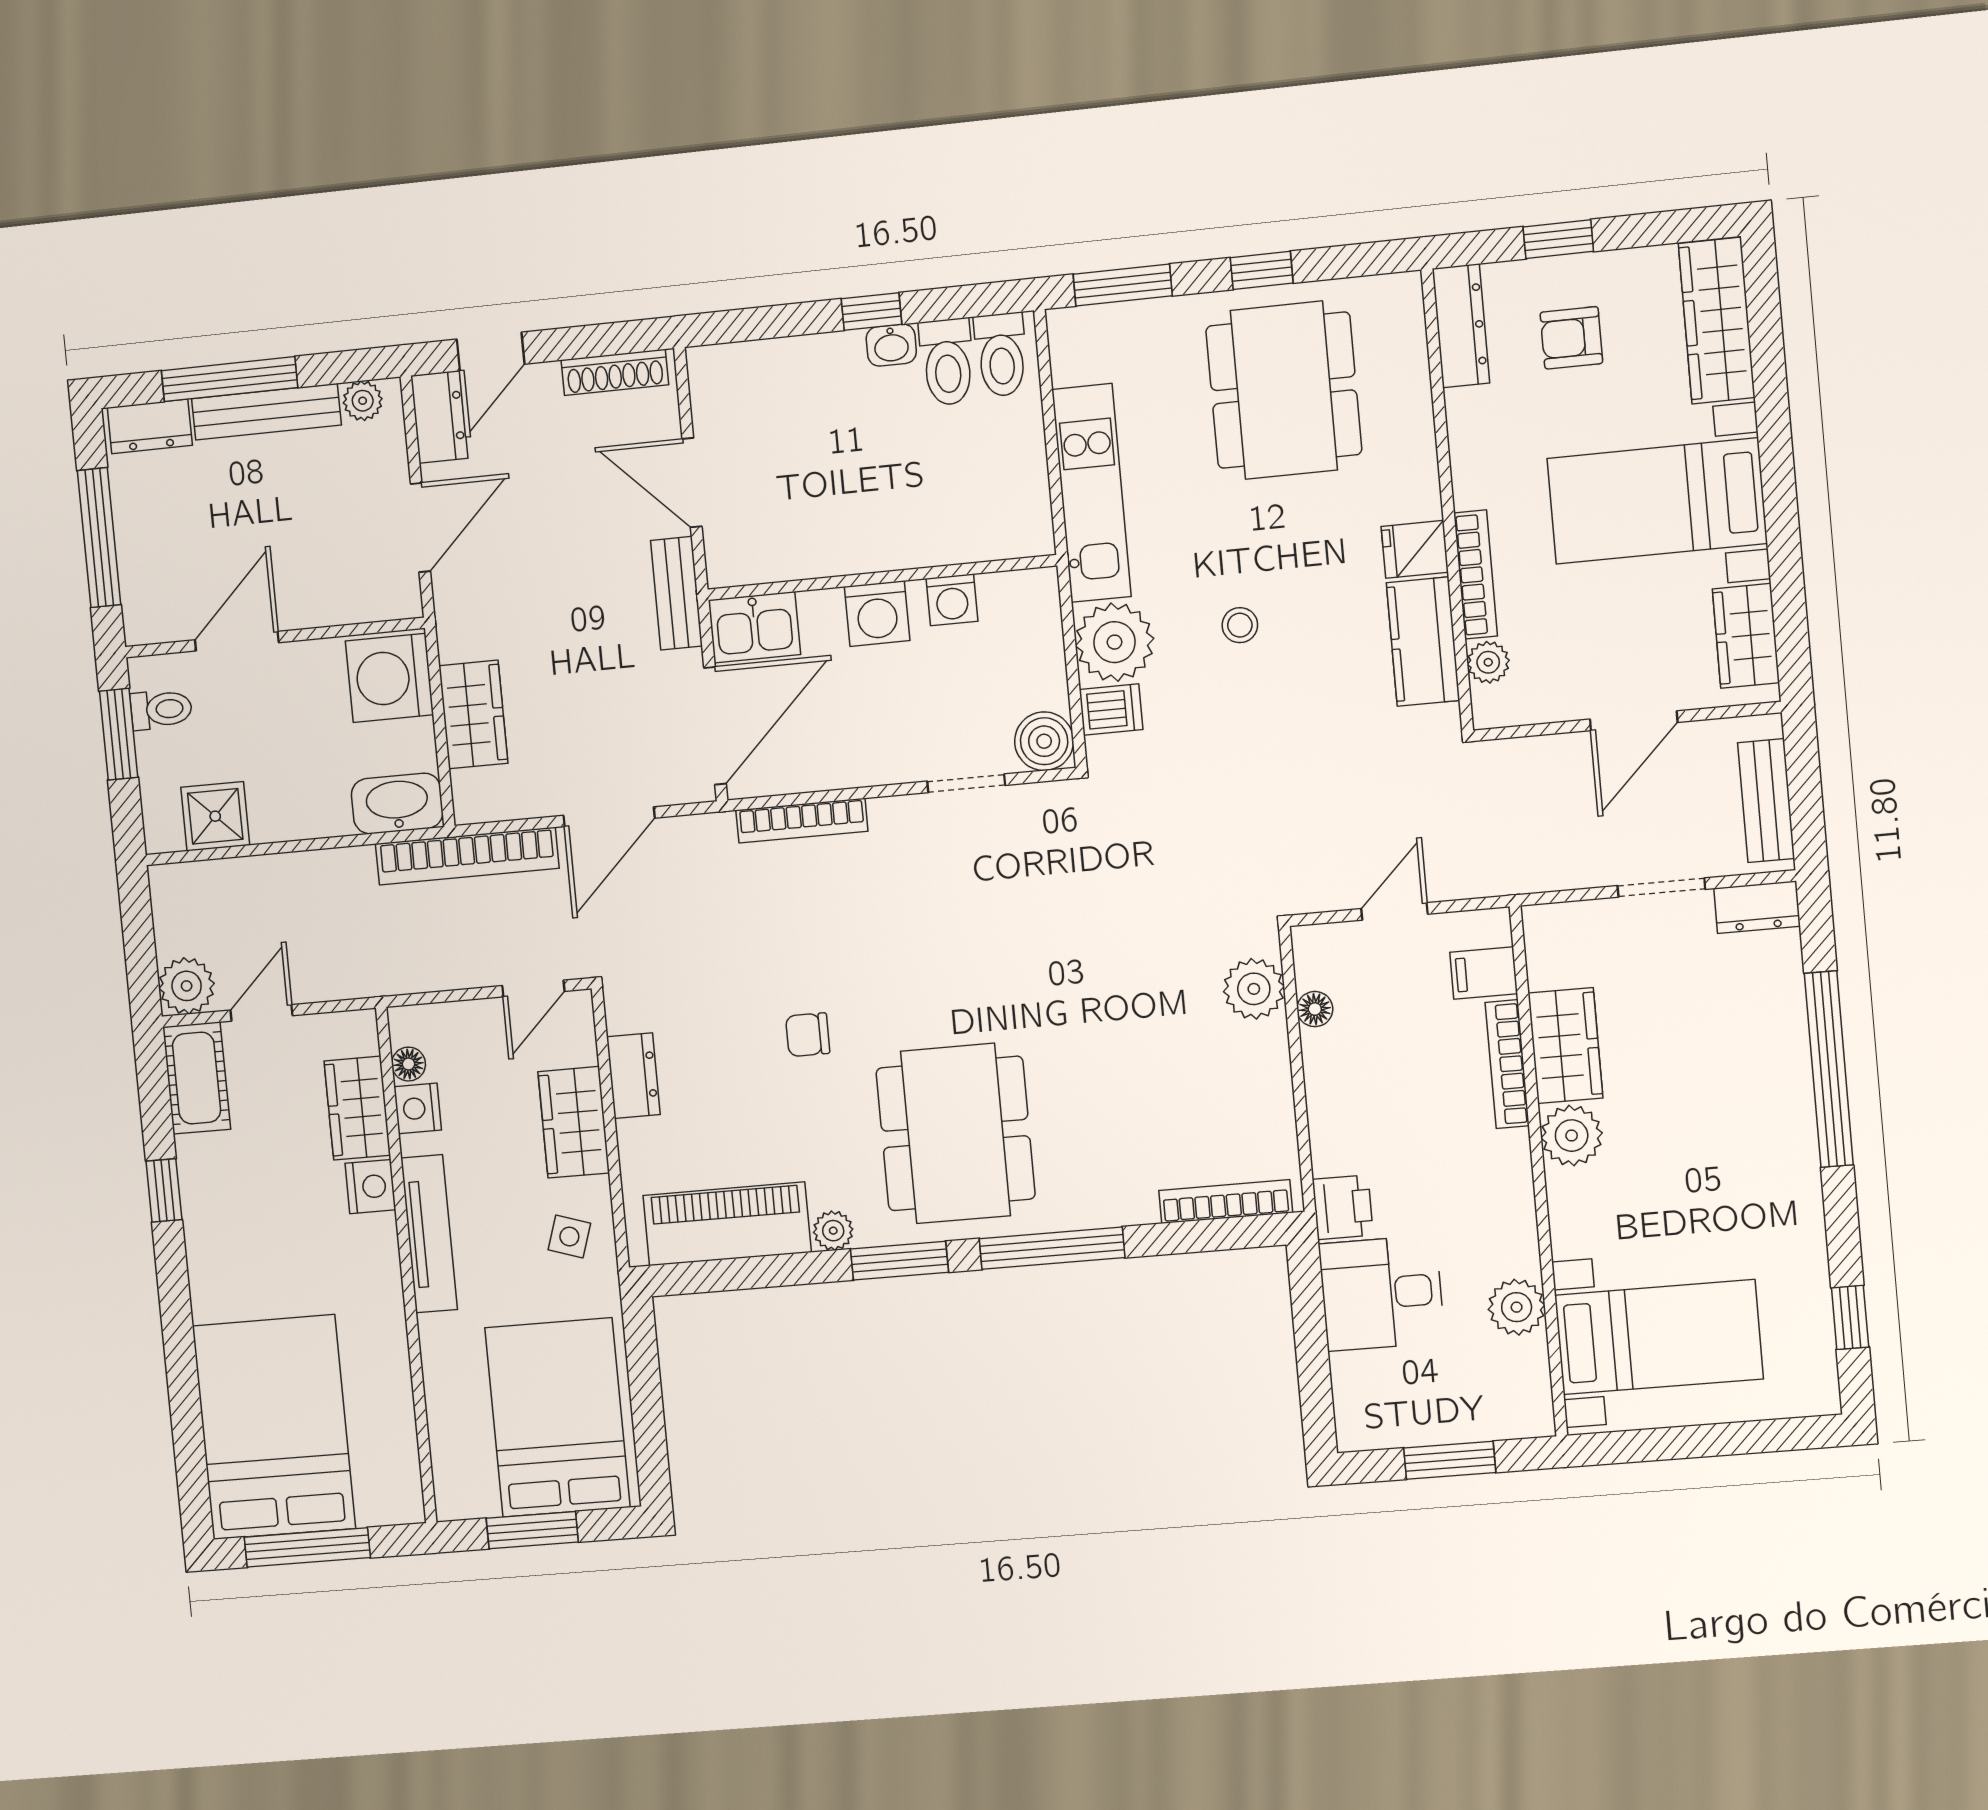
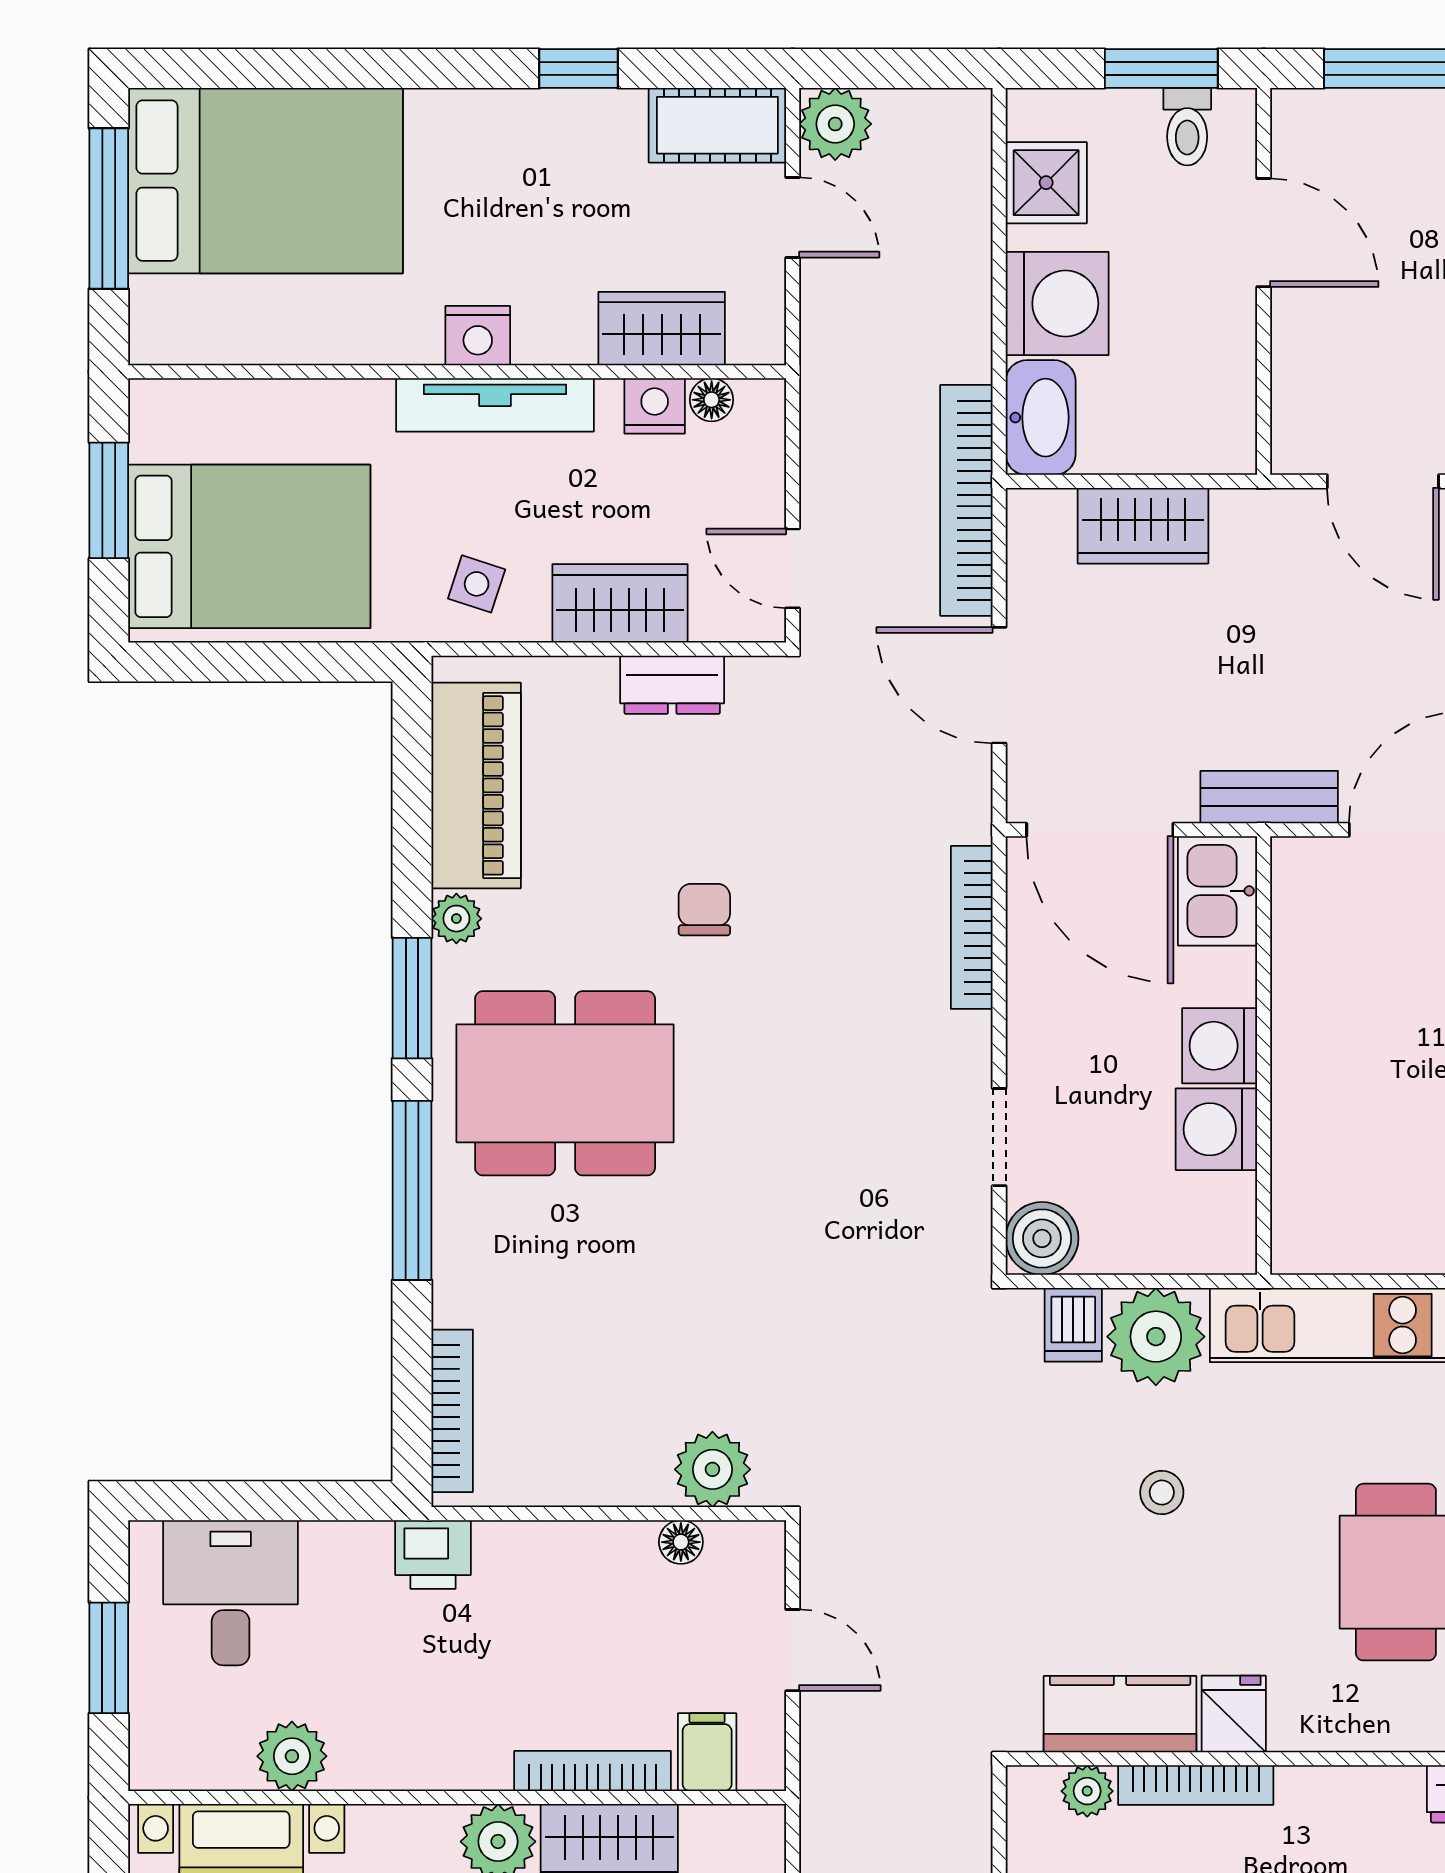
washing machine: (952, 600) -> (1216, 1129), width x1.38, depth x1.38
washing machine: (389, 678) -> (1057, 303), moved, turned 90
nightstand: (370, 1187) -> (478, 336), moved
desk: (1382, 1293) -> (231, 1593), moved

